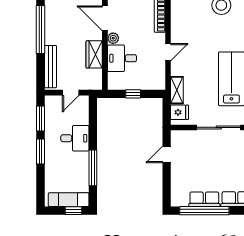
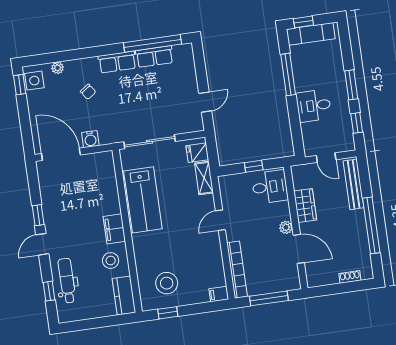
desk: (122, 58) -> (270, 187), moved
door: (71, 93) -> (326, 158), swing flipped
window: (40, 118) -> (357, 123), width x0.67

